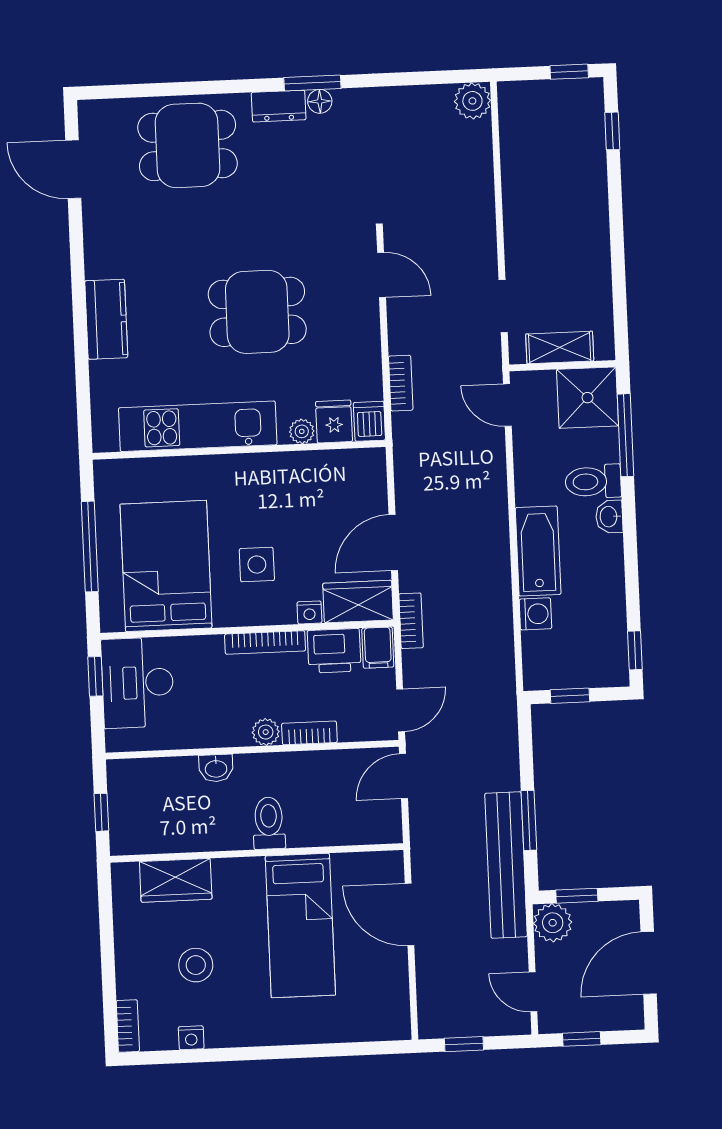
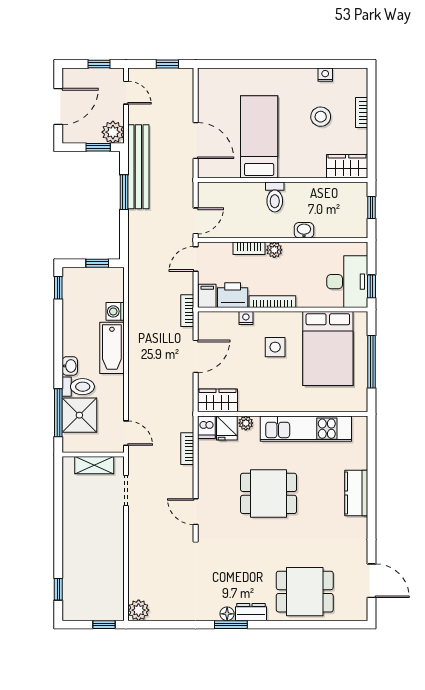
window: (569, 72) -> (104, 625), moved
shower: (588, 398) -> (79, 415), moved
wardrobe: (358, 602) -> (217, 400), moved, turned 180
wardrobe: (176, 880) -> (347, 166), moved
bookcase: (128, 1026) -> (362, 113), moved

